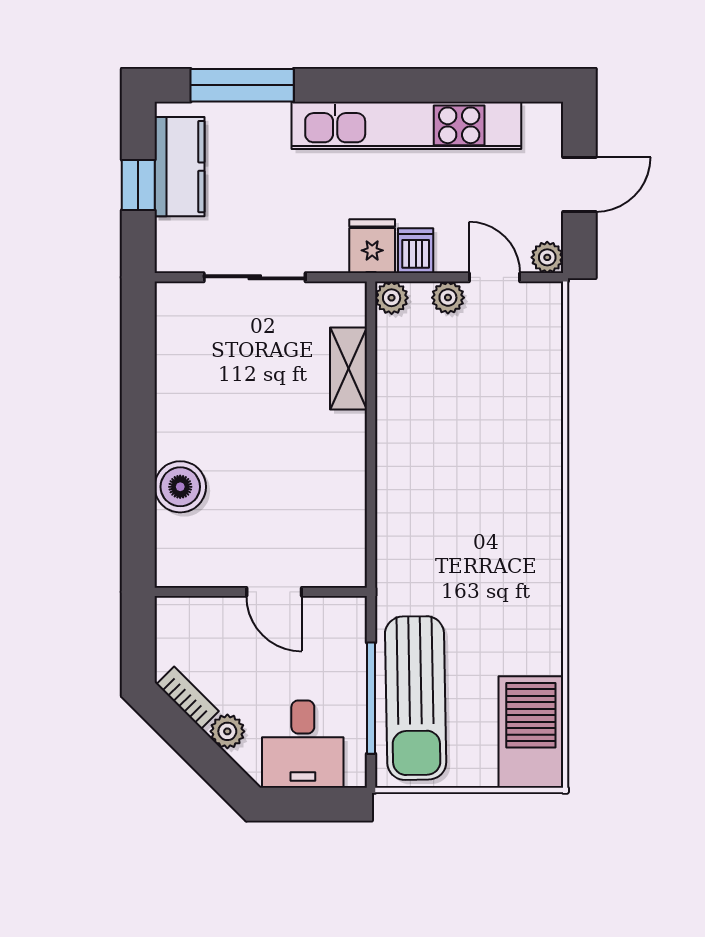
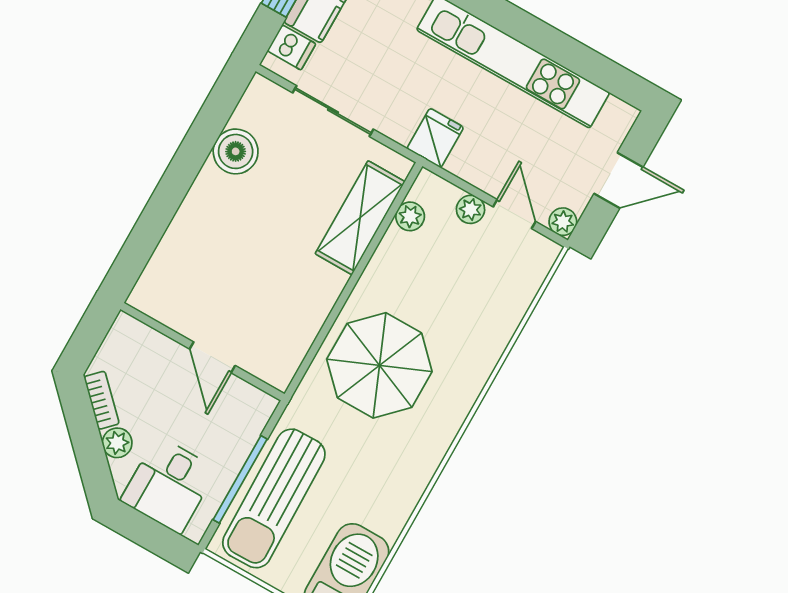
dishwasher: (416, 251) -> (292, 47), moved, turned 90
plant: (392, 298) -> (410, 216), moved
shelving: (348, 369) -> (360, 218), width x1.50, depth x1.33
boiler: (180, 487) -> (236, 151), moved
parasol: (445, 505) -> (379, 365), added

